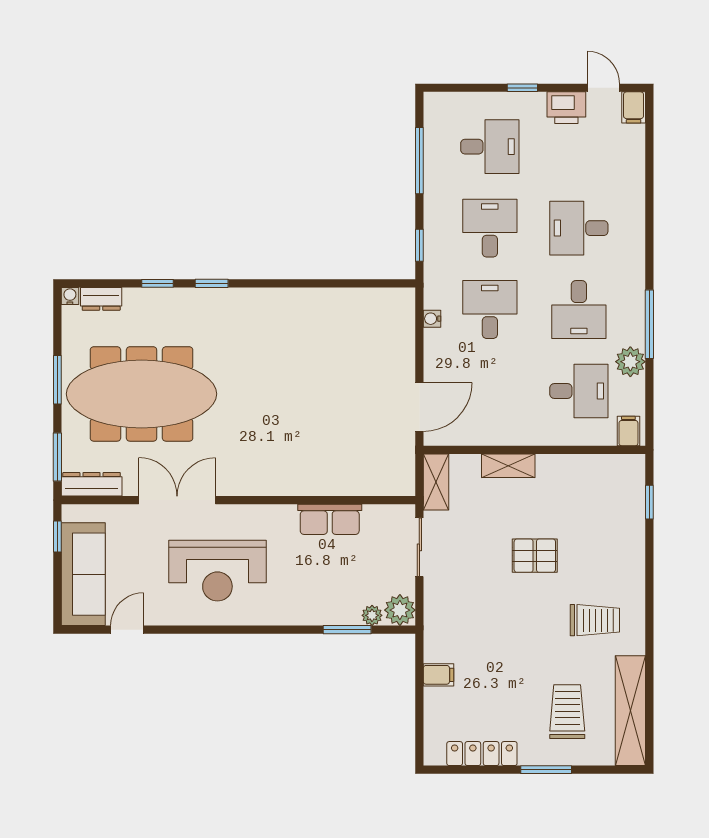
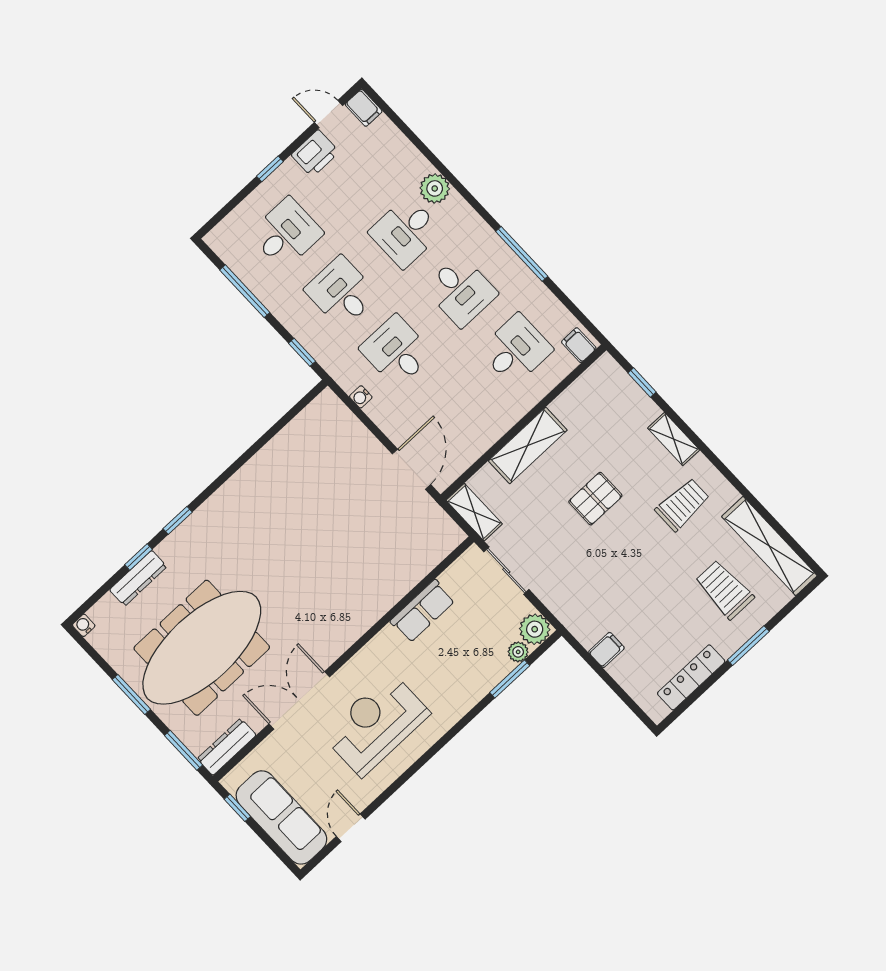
dresser: (101, 299) -> (138, 578), moved, width x1.44
plant: (630, 362) -> (435, 188), moved
shelving: (508, 466) -> (528, 445), width x1.50, depth x1.33
shelving: (634, 566) -> (674, 439), added
reception desk: (217, 571) -> (376, 724), turned 180

